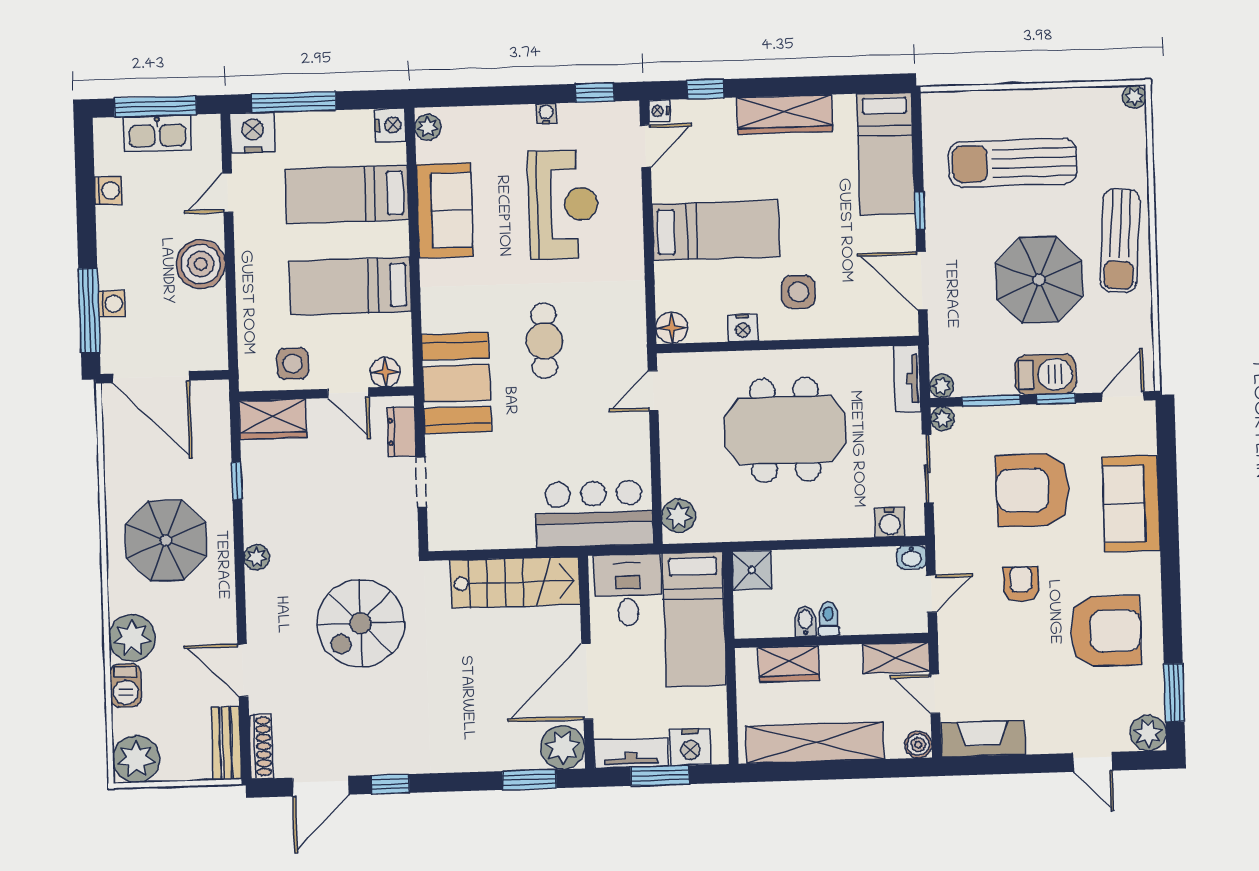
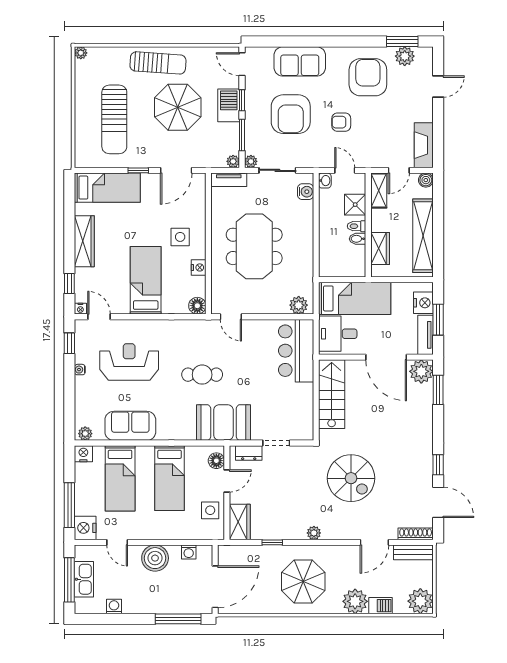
washing machine: (112, 304) -> (189, 552), moved, turned 180
shower: (752, 570) -> (355, 205), moved
plant: (1148, 733) -> (405, 56), moved

